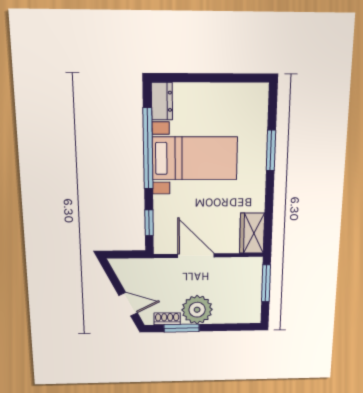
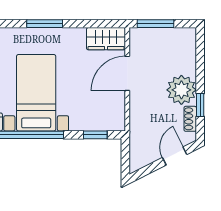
window: (271, 150) -> (45, 24), moved
door: (196, 256) -> (127, 73), moved
window: (182, 328) -> (200, 105), width x0.67

